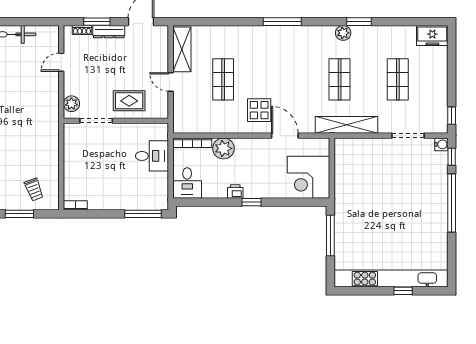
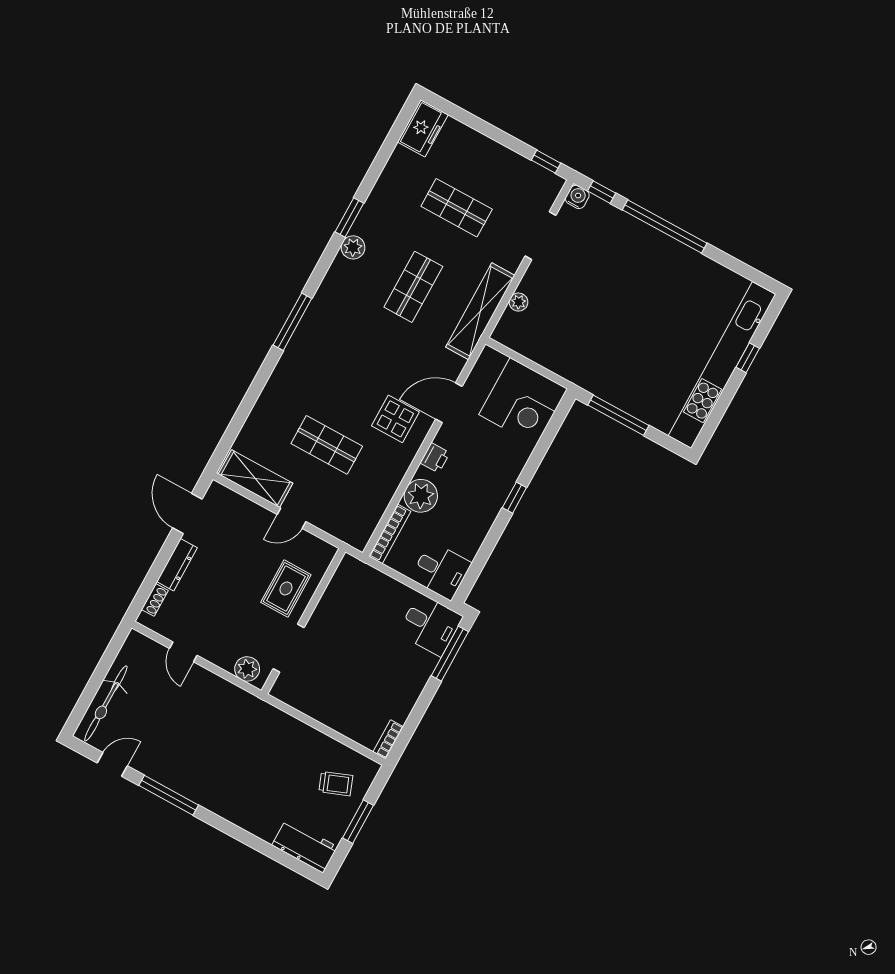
window: (97, 22) -> (155, 573), removed
shop shelf: (340, 79) -> (413, 287), turned 90
plant: (364, 144) -> (519, 302), added
desk: (152, 156) -> (430, 625), moved, turned 90
printer: (235, 191) -> (435, 458), moved, turned 180

